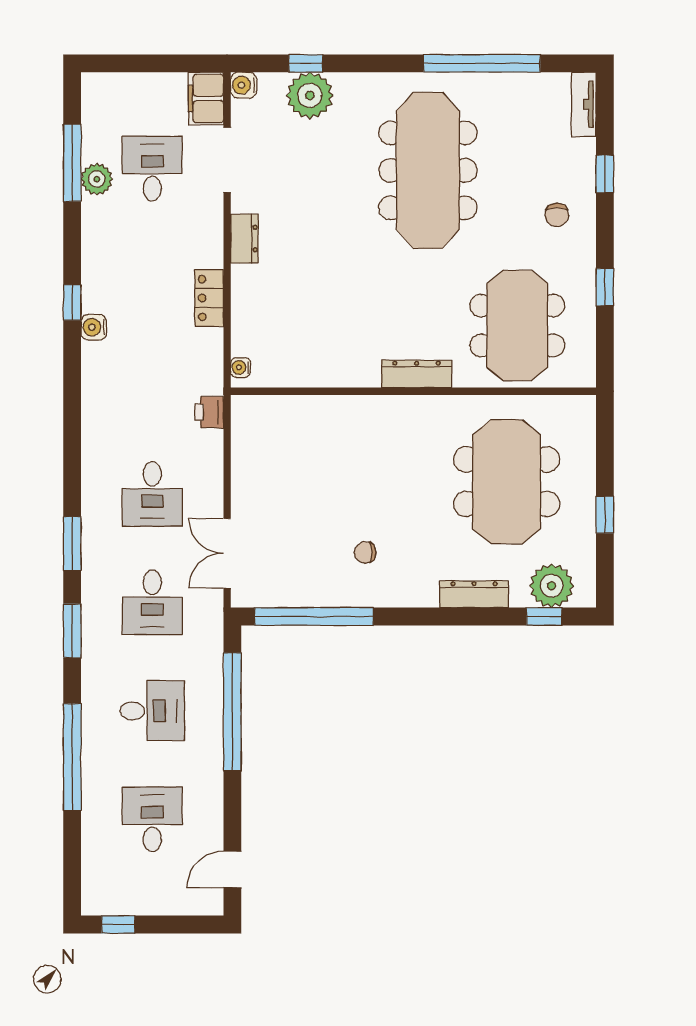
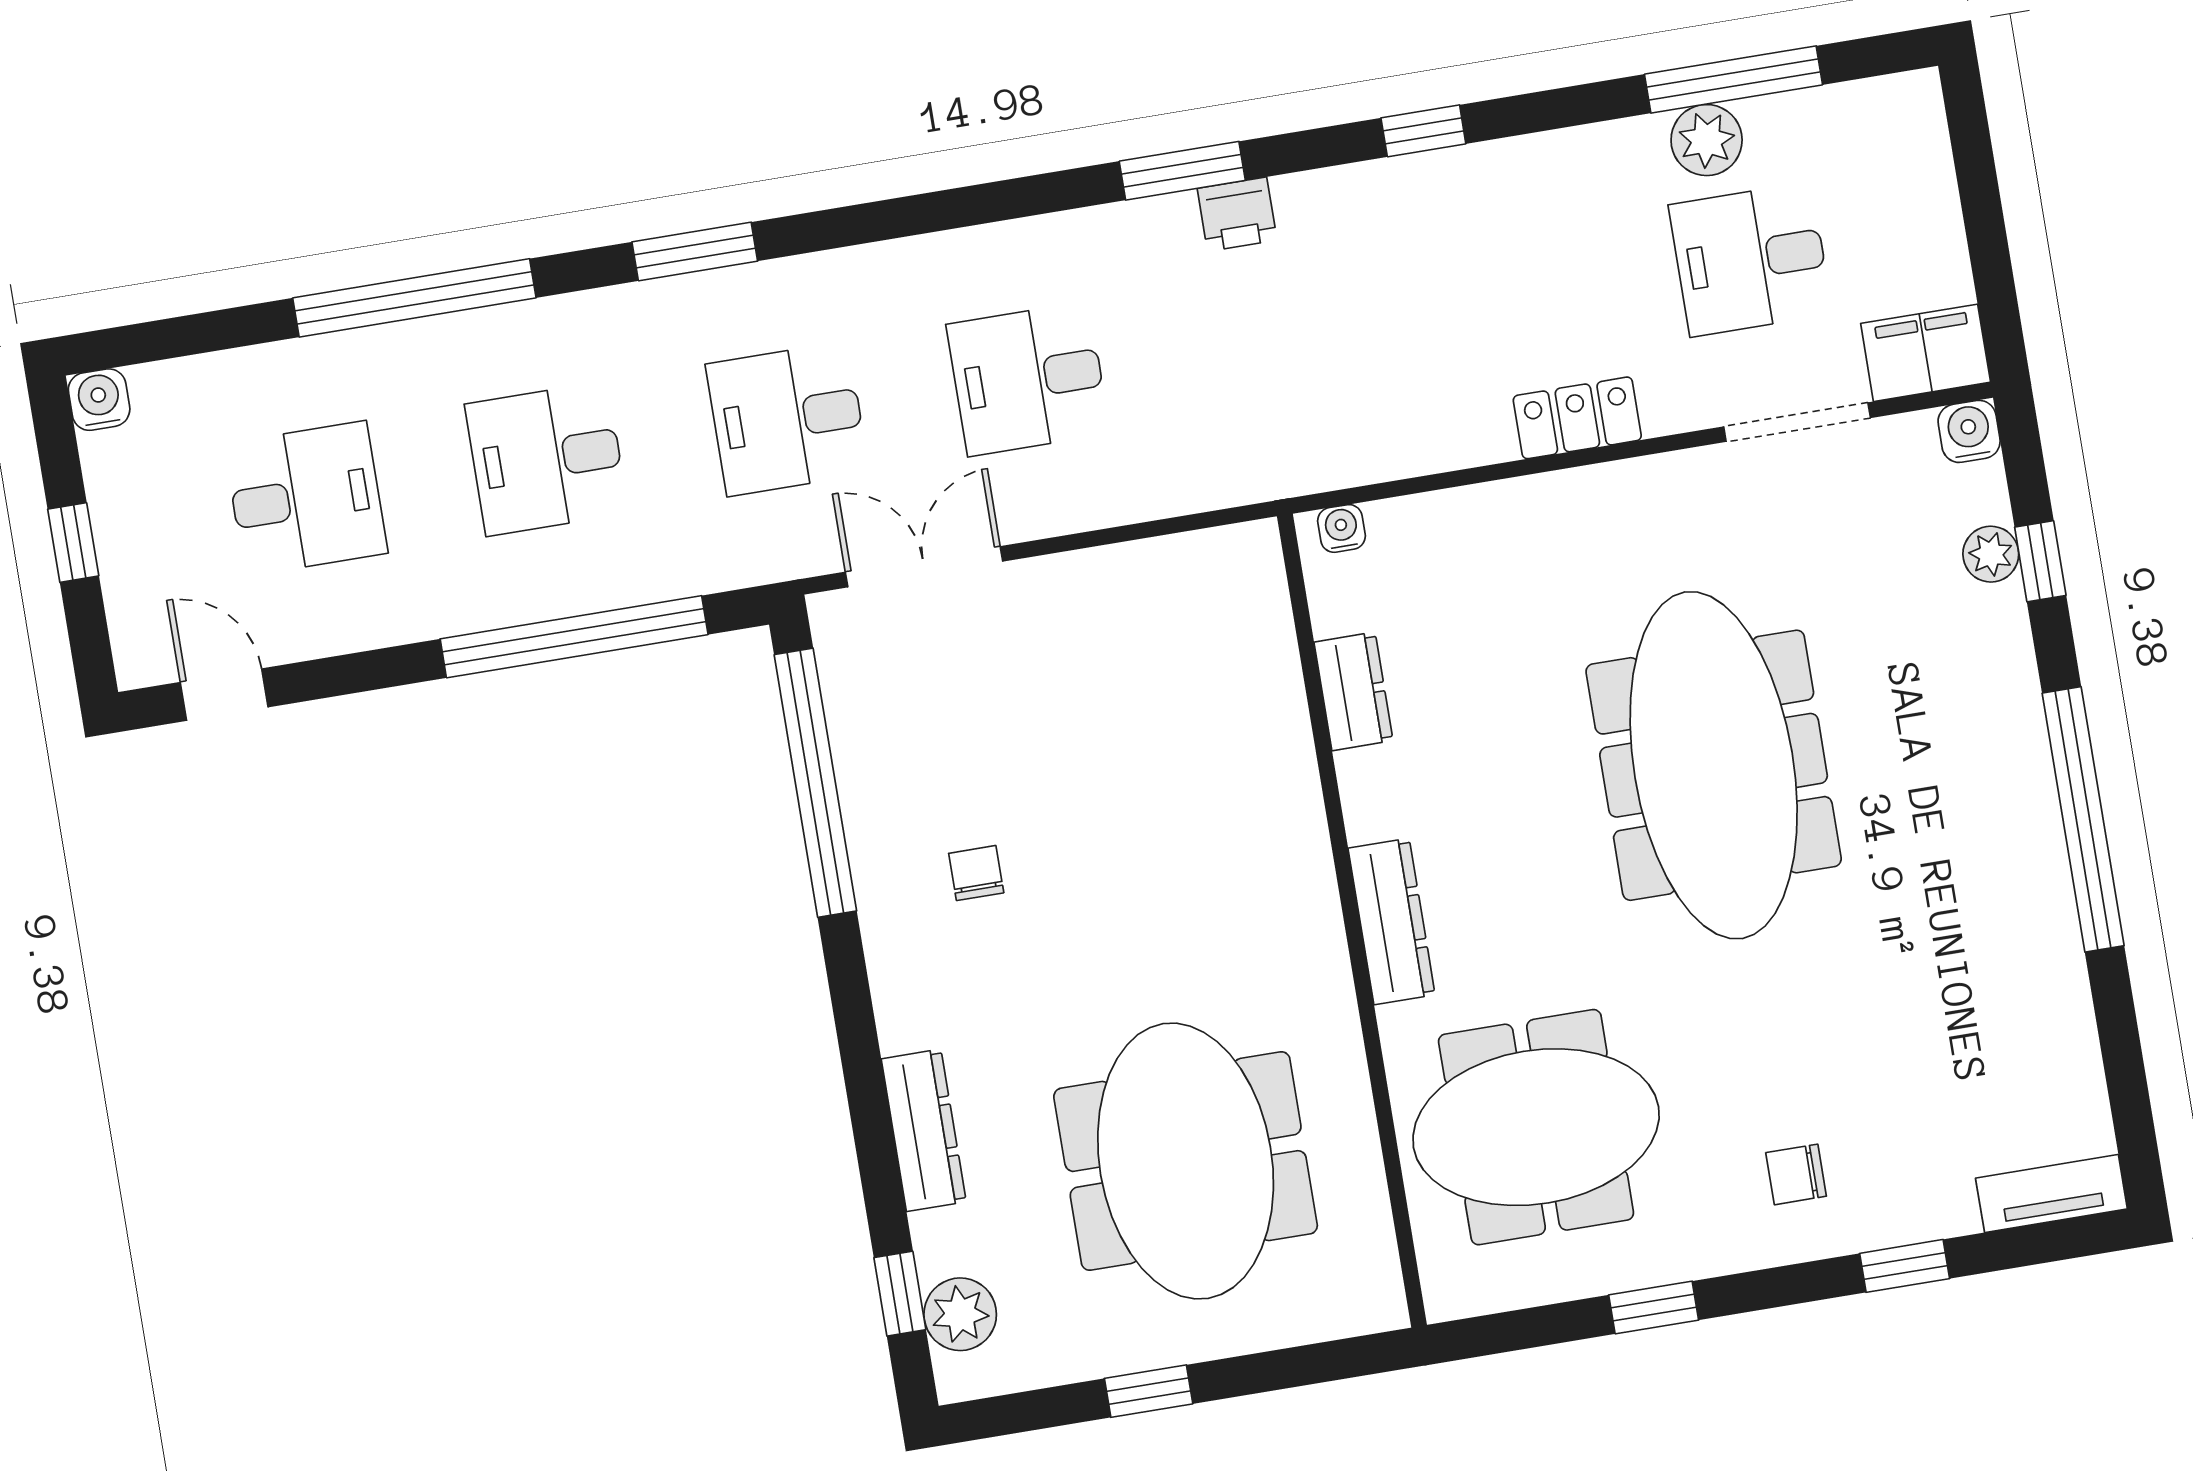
window: (482, 63) -> (2083, 819), moved
plant: (310, 95) -> (1991, 554), width x0.53, depth x0.53
desk: (152, 169) -> (1750, 259), turned 180
meeting table: (428, 170) -> (1714, 765), moved, turned 90
dresser: (244, 239) -> (1353, 691), moved, turned -90
locker: (209, 298) -> (1577, 418), moved
water cooler: (94, 327) -> (99, 400), moved
printer: (209, 412) -> (1237, 214), moved, turned 180
meeting table: (507, 482) -> (1186, 1161), turned 90
window: (72, 544) -> (1182, 171), moved
plant: (552, 586) -> (960, 1314), width x0.73, depth x0.73
desk: (152, 711) -> (547, 459), turned 90
window: (118, 924) -> (73, 543), moved

